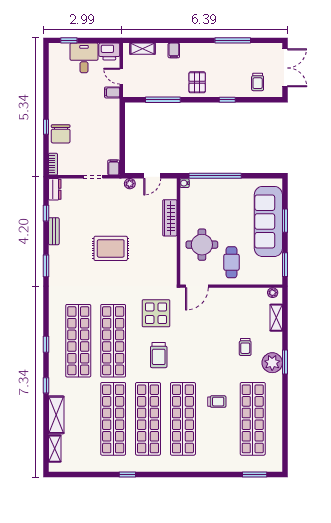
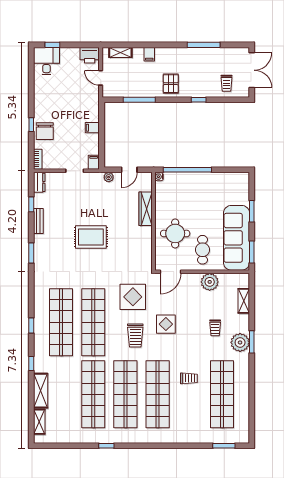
desk: (84, 58) -> (46, 61), moved
filing cabinet: (112, 92) -> (92, 128), moved
sofa: (268, 221) -> (237, 238), moved
plant: (273, 293) -> (210, 282), moved, width x1.88, depth x1.88
display table: (192, 343) -> (166, 324), added

